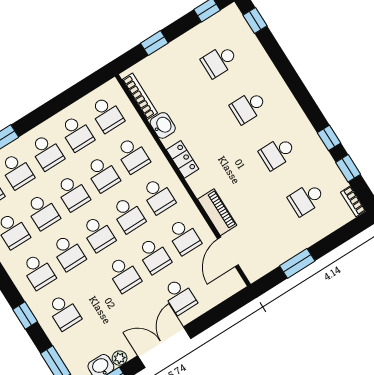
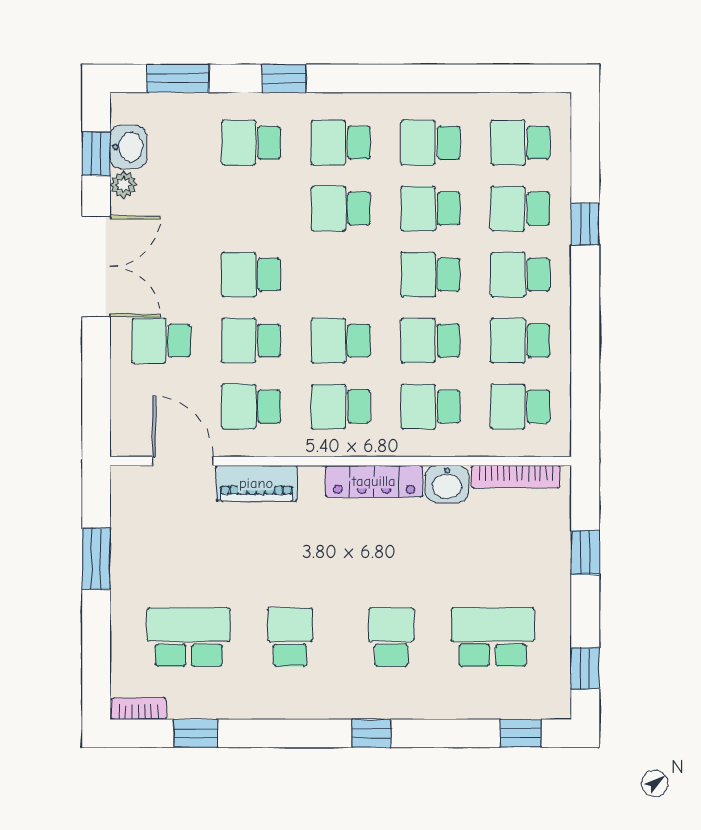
school desk: (219, 61) -> (493, 637), width x1.85
window: (329, 138) -> (371, 733), moved
locker: (183, 159) -> (374, 481), width x1.53
school desk: (306, 199) -> (189, 637), width x1.85
school desk: (98, 234) -> (341, 275), removed

